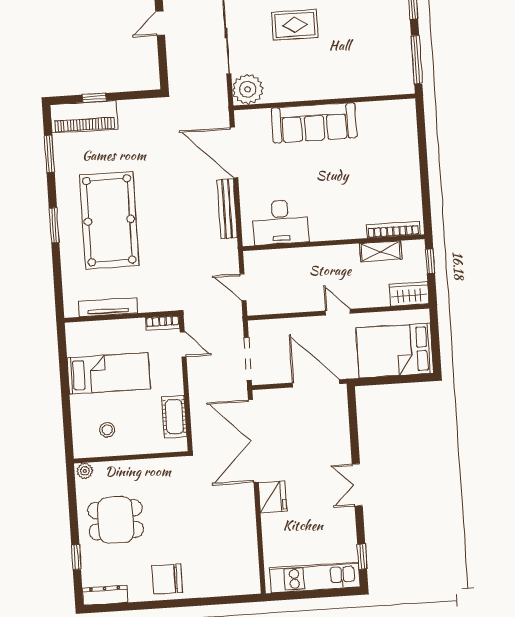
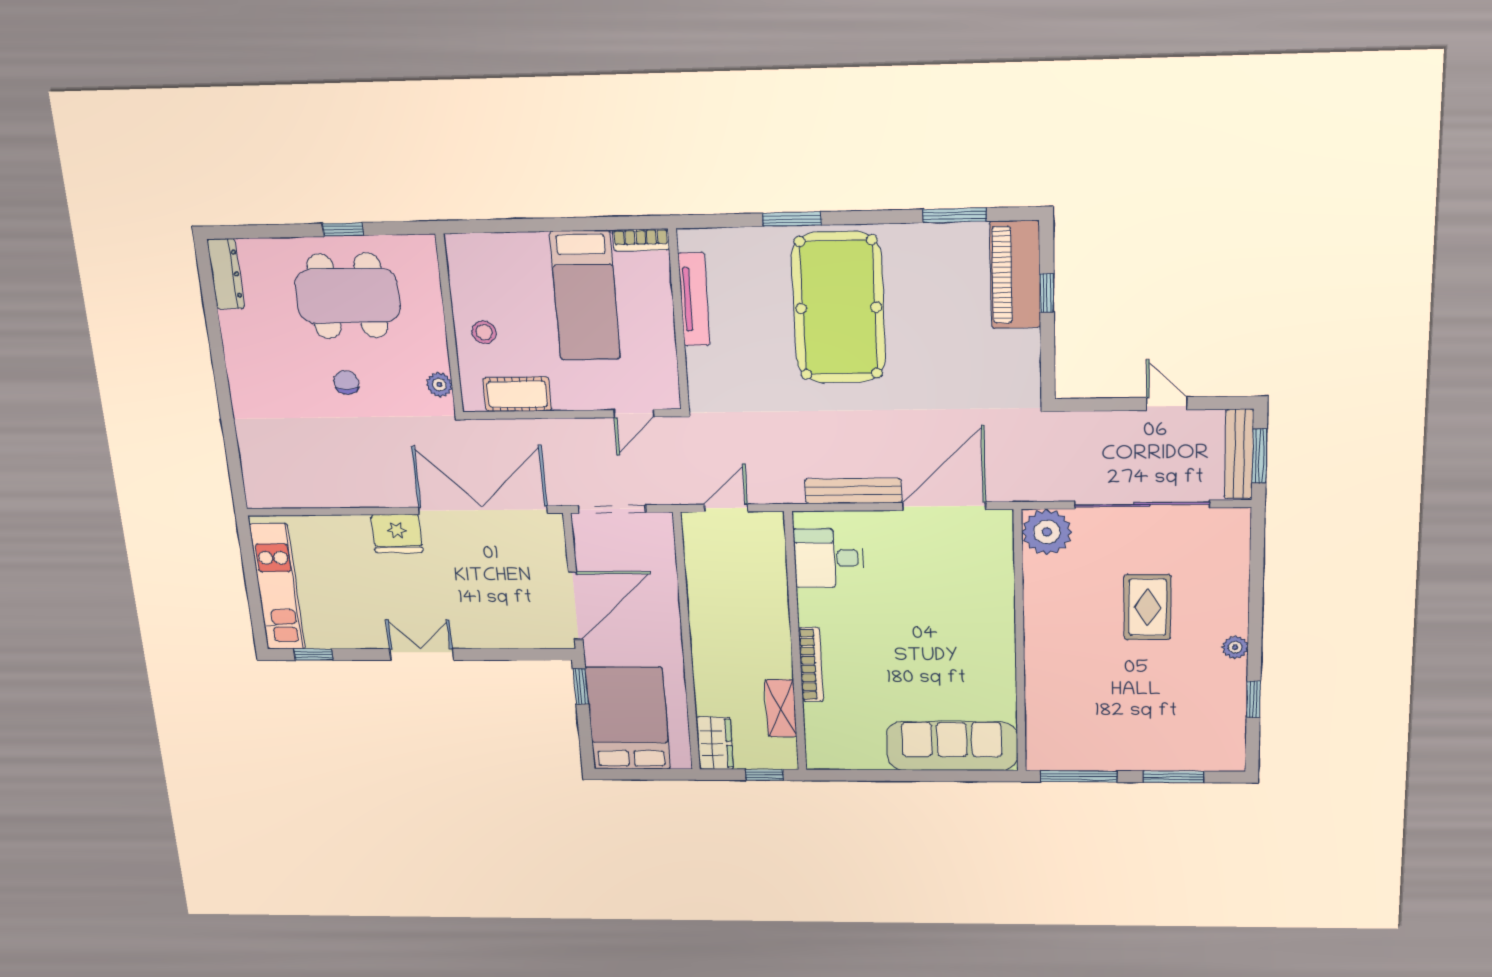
sofa: (314, 123) -> (952, 746), moved, turned 90
pool table: (109, 220) -> (839, 308), turned 90
desk: (281, 222) -> (829, 558), width x0.73
window: (54, 225) -> (792, 219), moved
bookcase: (393, 230) -> (811, 664), moved
door: (338, 312) -> (687, 643), removed
bookcase: (162, 323) -> (641, 240), moved, turned -90
window: (374, 381) -> (581, 686), added
stool: (107, 430) -> (484, 332), moved
plant: (85, 471) -> (439, 385), moved
dining table: (116, 520) -> (347, 296), width x1.37
window: (76, 557) -> (343, 230), moved
chair: (167, 579) -> (346, 382), moved, width x0.54, depth x0.54

